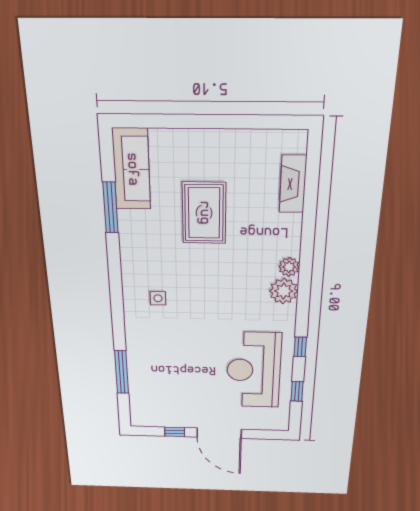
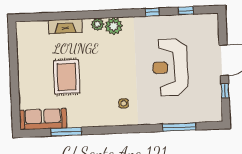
fireplace: (293, 184) -> (65, 26), moved
rug: (204, 213) -> (67, 77), turned 90
reception desk: (254, 370) -> (170, 67), moved, turned 90

